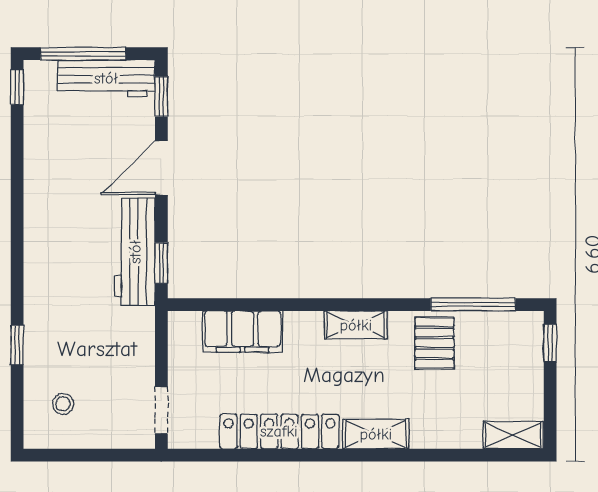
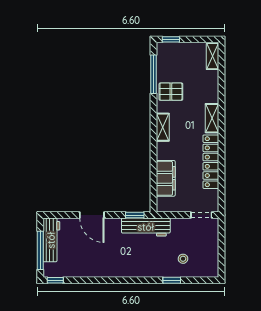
window: (161, 97) -> (60, 215), removed
workbench: (135, 252) -> (146, 227), moved
stool: (63, 404) -> (183, 259), moved

